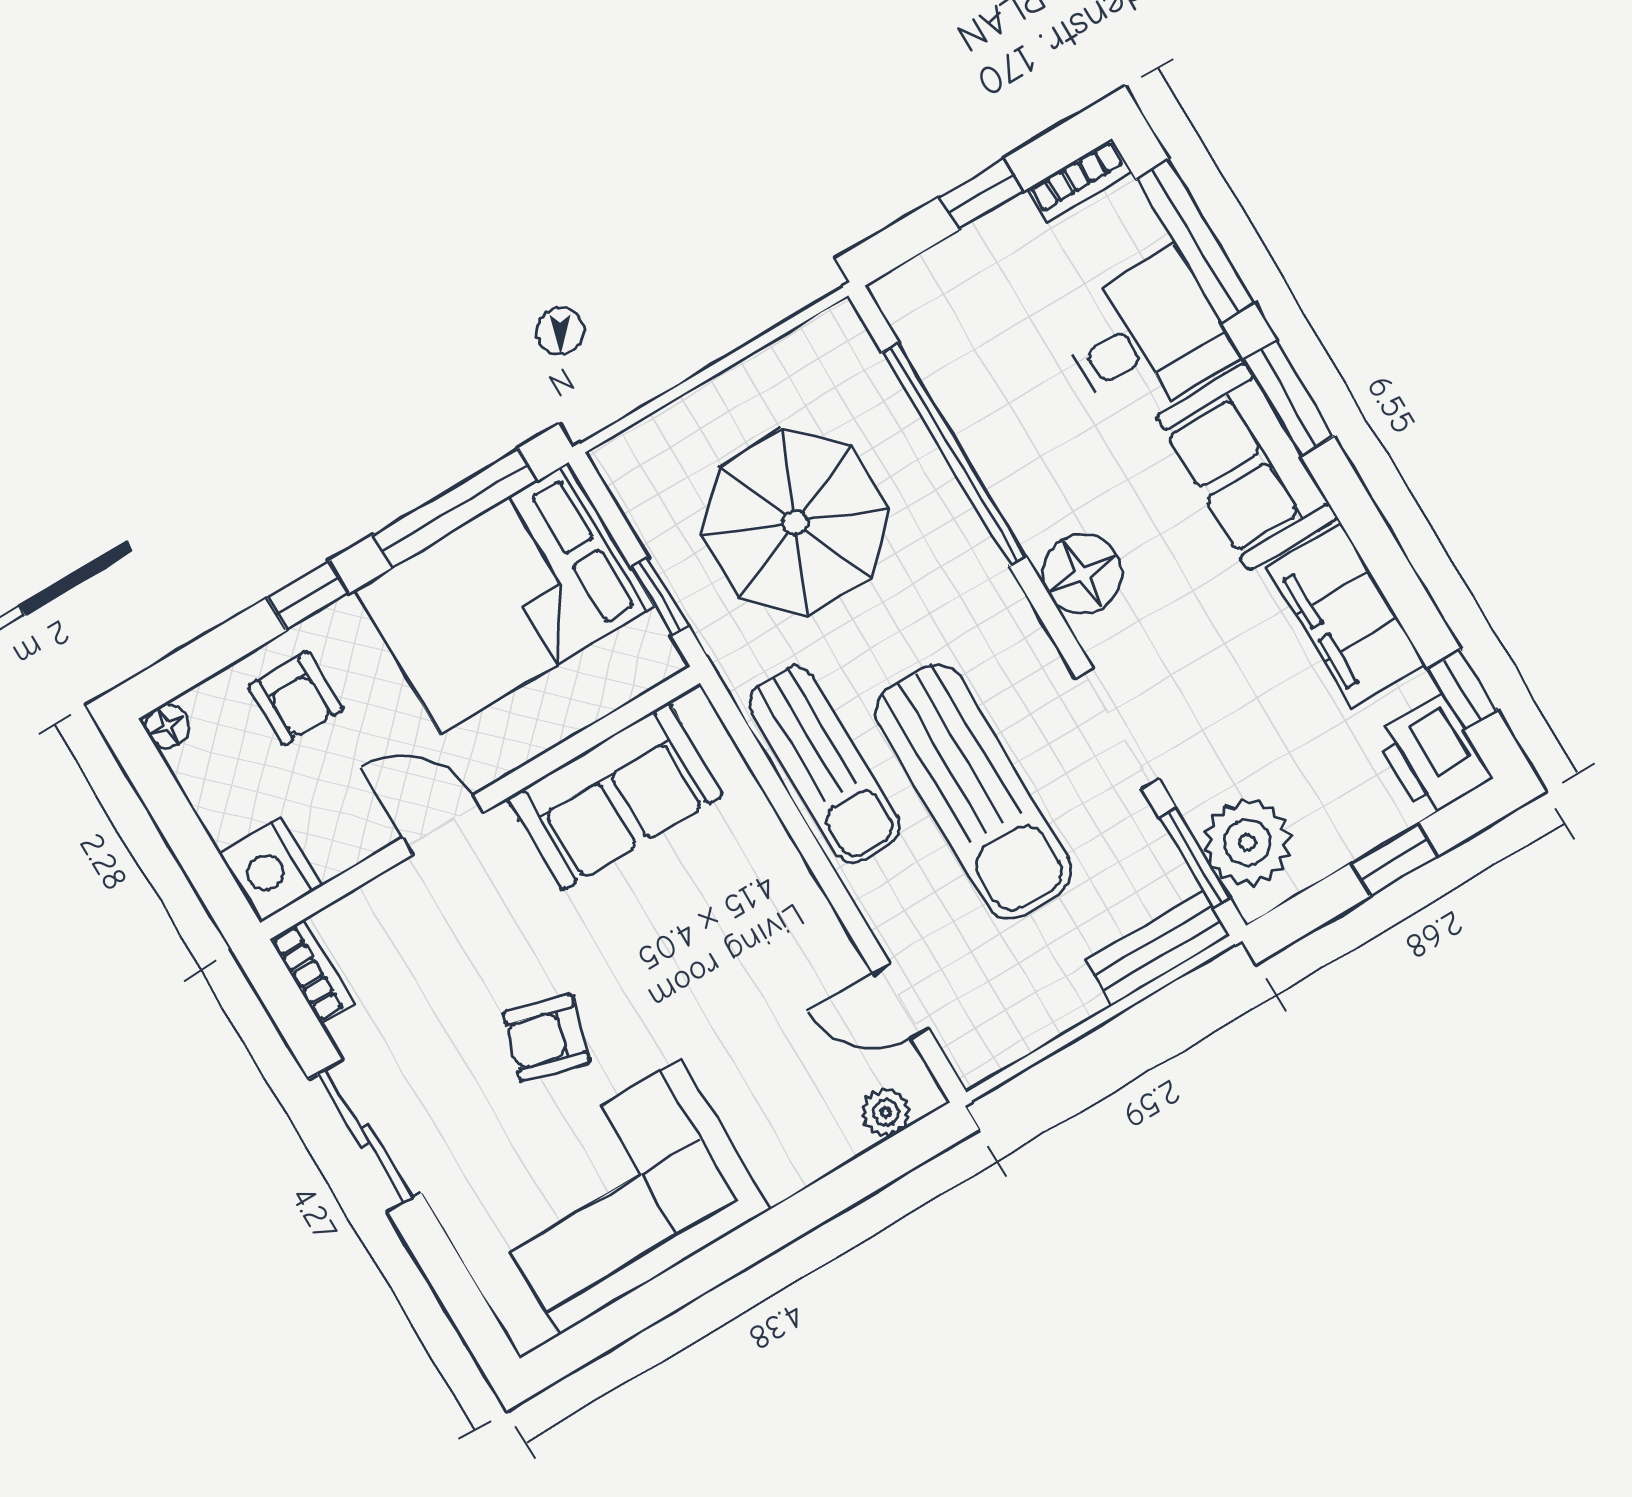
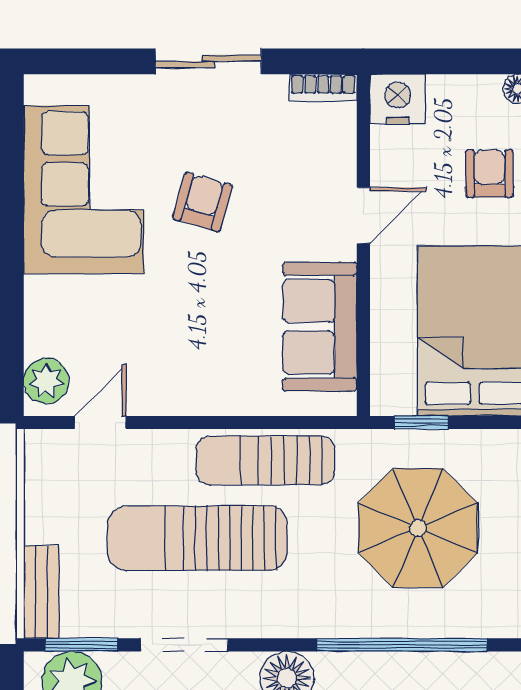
armchair: (295, 698) -> (489, 174), turned 90
plant: (886, 1113) -> (46, 381), width x1.38, depth x1.38

